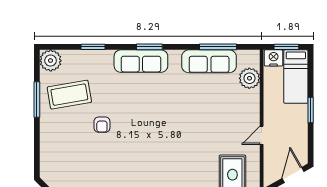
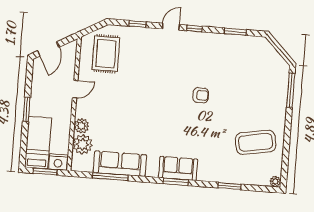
plant: (51, 61) -> (275, 181), width x0.53, depth x0.53
sofa: (141, 61) -> (178, 168), width x0.73
plant: (252, 98) -> (81, 126), added
window: (37, 99) -> (291, 90), moved
armchair: (102, 125) -> (201, 95), moved, turned 90

